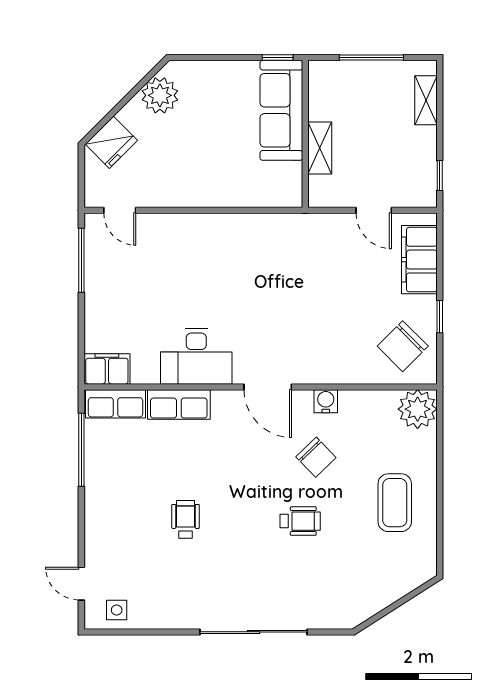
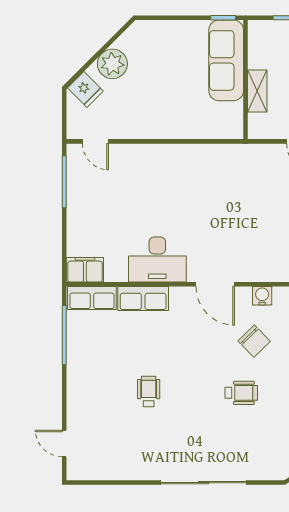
plant: (160, 95) -> (112, 64), moved
fridge: (111, 142) -> (85, 89), width x0.72
side table: (117, 610) -> (93, 465), removed

